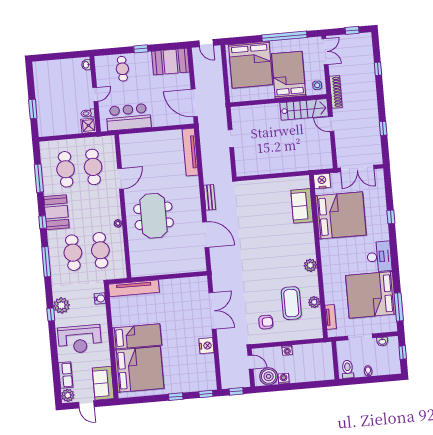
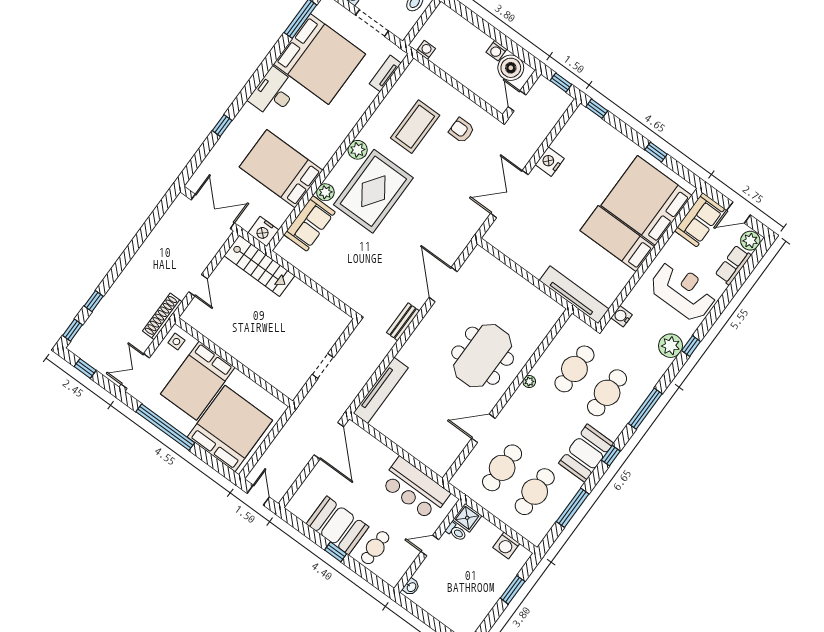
booth: (170, 62) -> (338, 525), moved
stairs: (304, 109) -> (259, 266), moved, turned 180
window: (383, 128) -> (72, 330), moved
washing machine: (56, 129) -> (506, 545), added
bed: (341, 215) -> (281, 169), width x0.73
rug: (284, 251) -> (373, 191), added
plant: (314, 302) -> (325, 192), moved
washing machine: (287, 350) -> (426, 50), moved
window: (176, 397) -> (656, 152), moved
door: (86, 404) -> (739, 213), swing flipped

